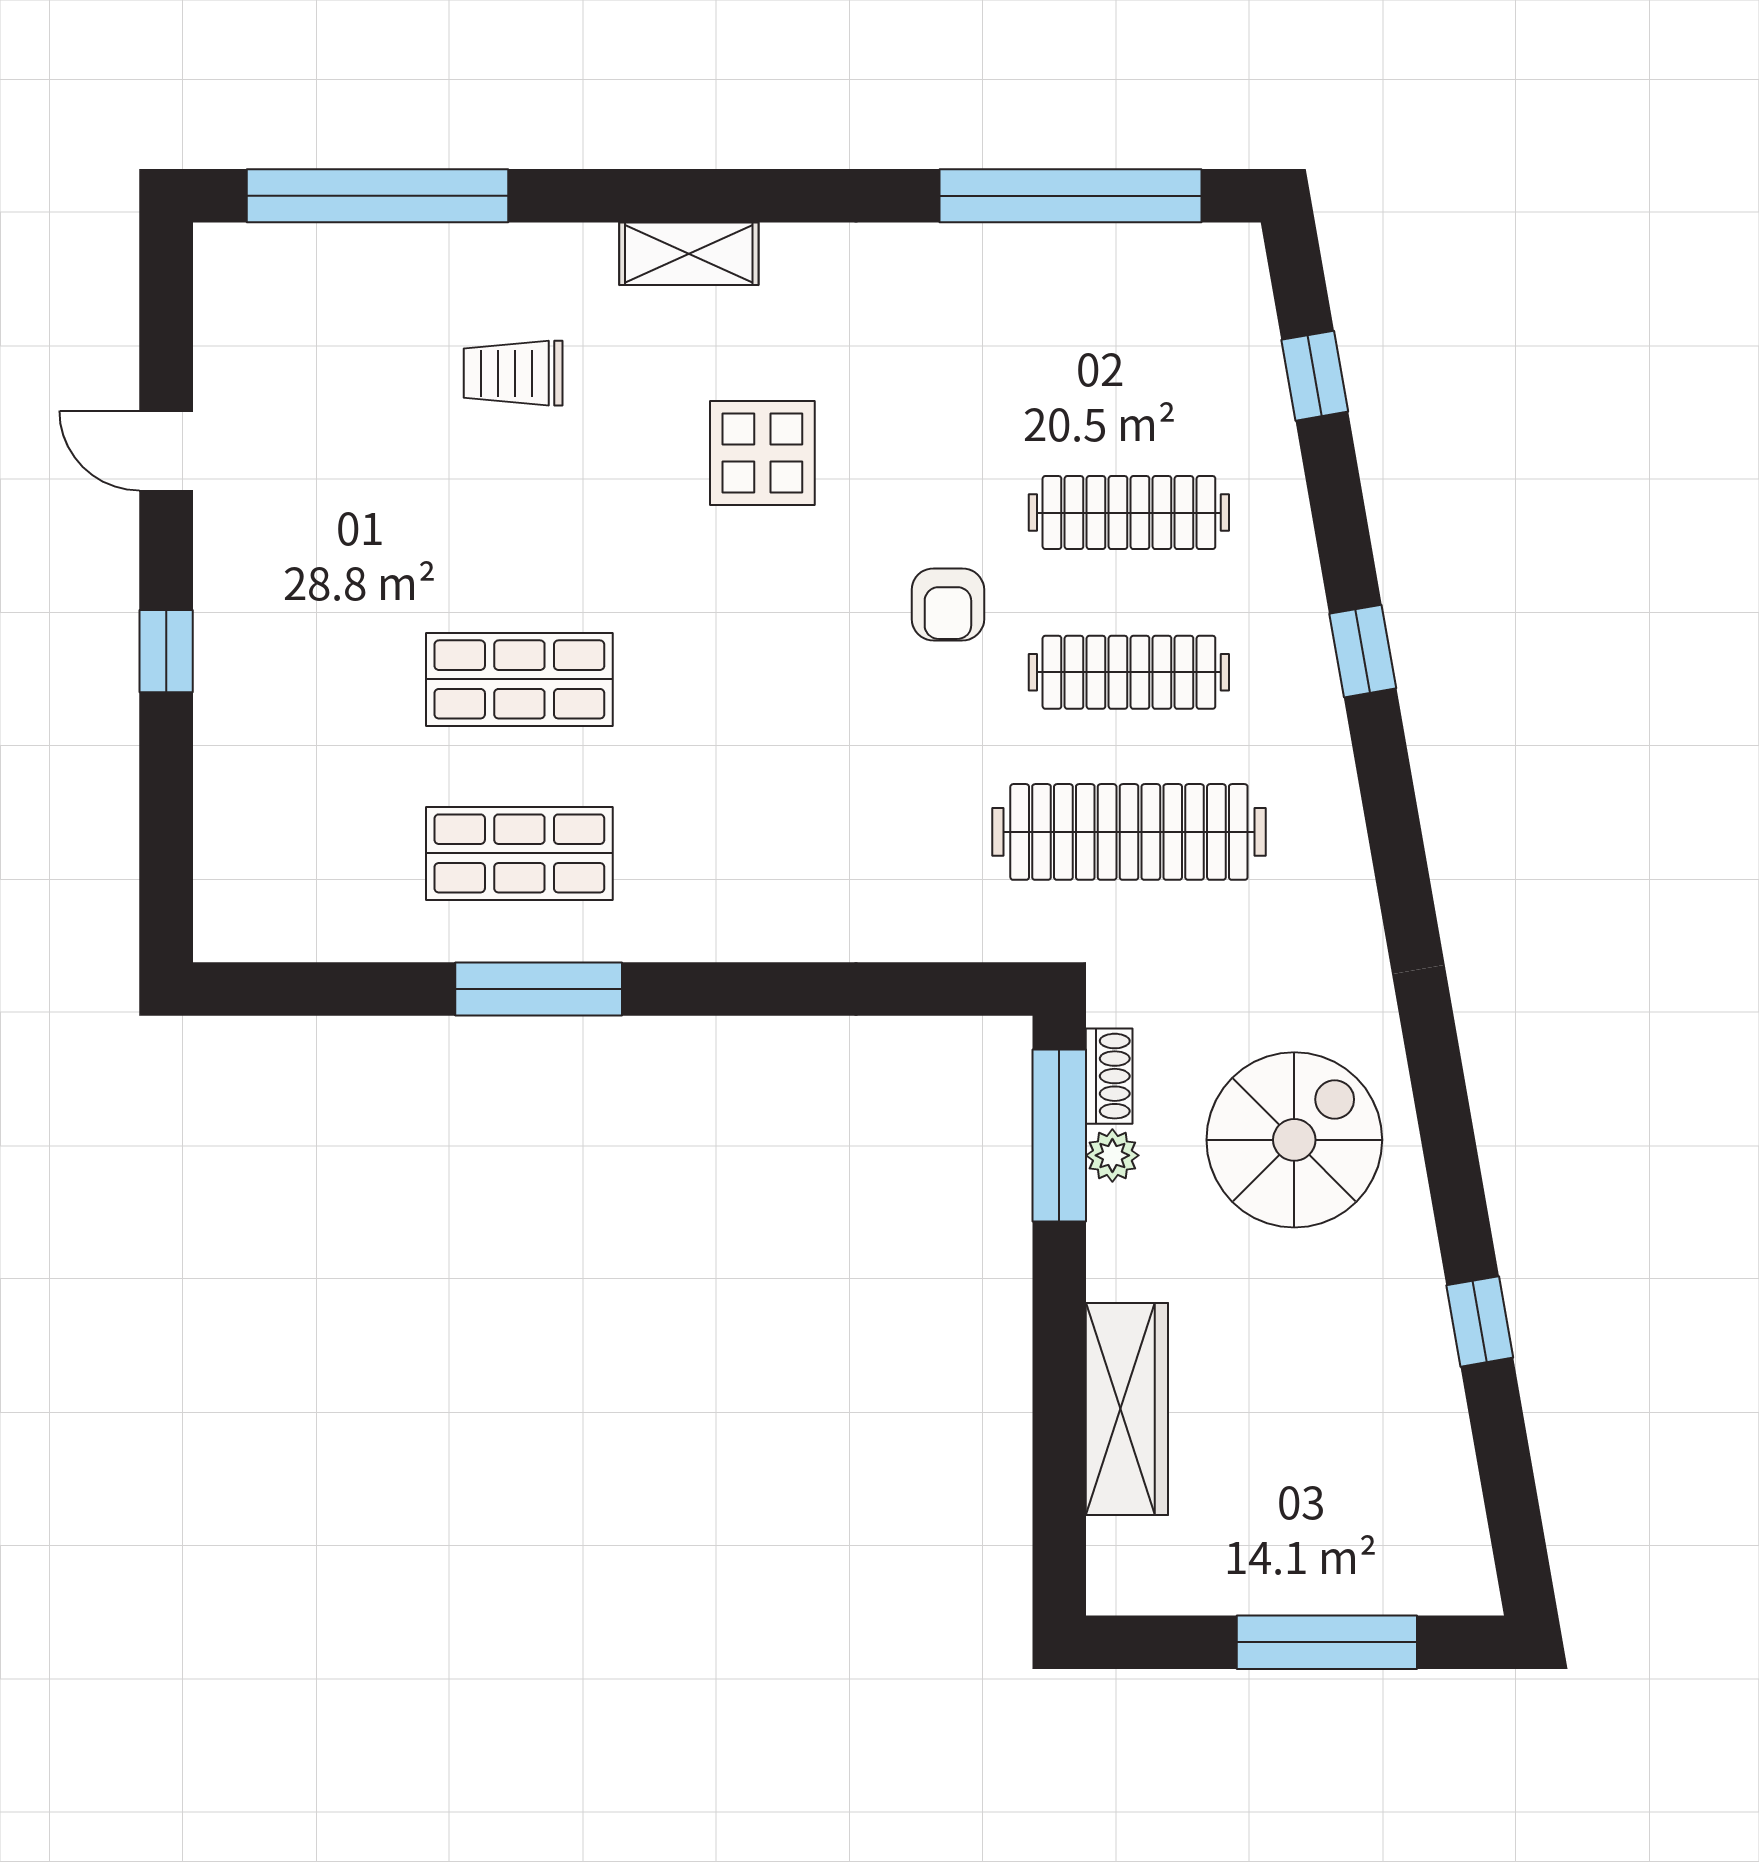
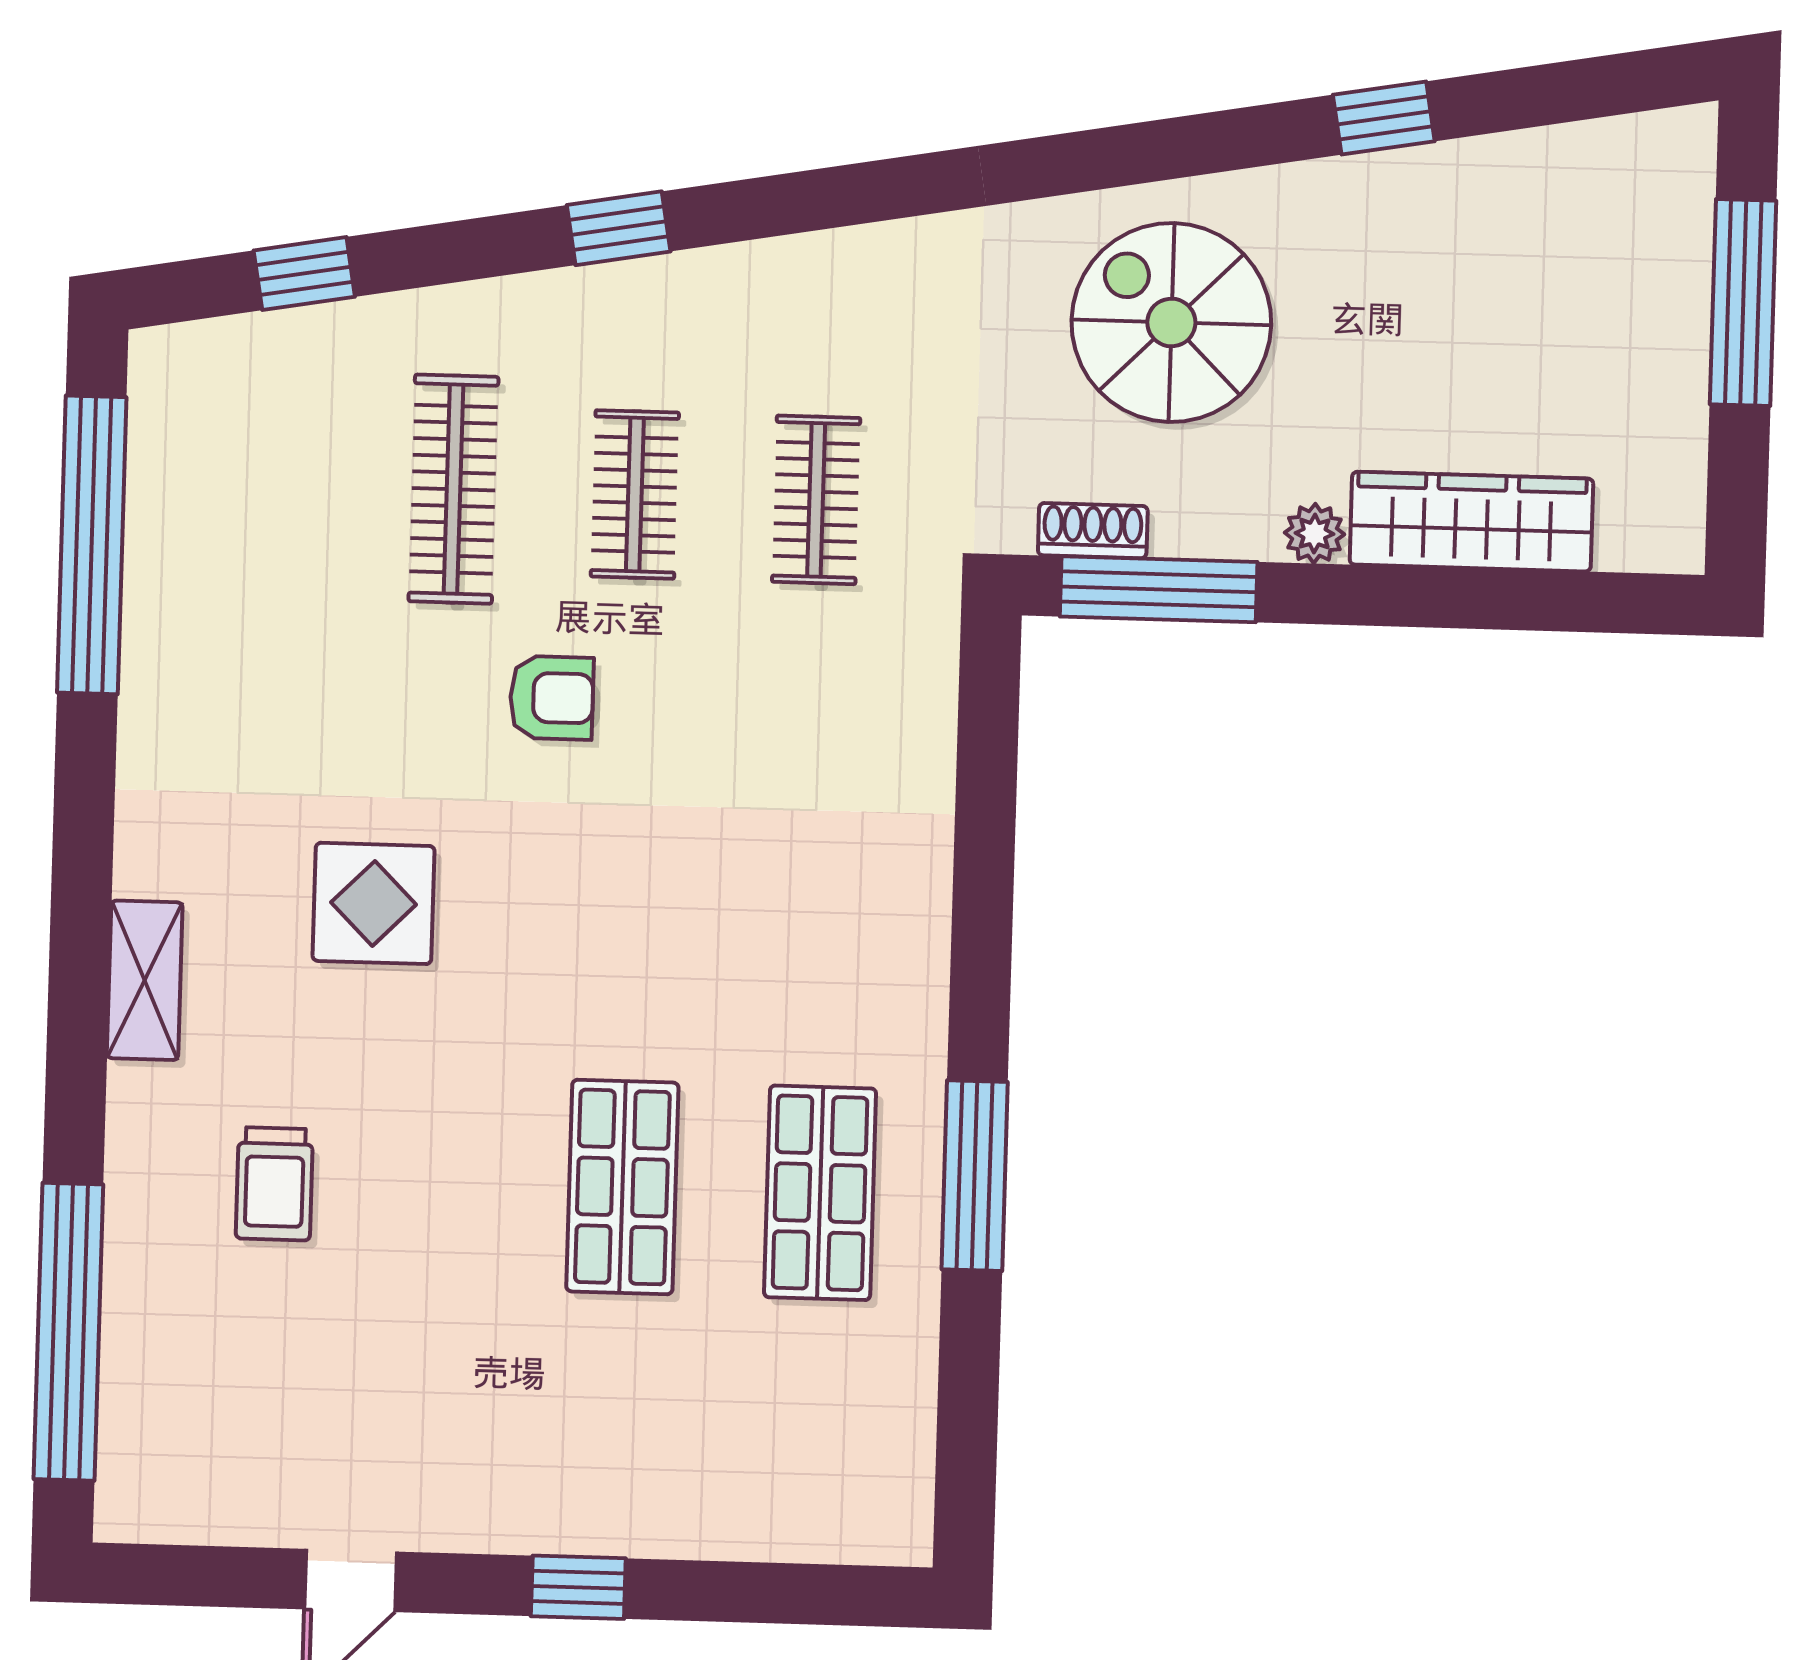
clothes rail: (1129, 672) -> (635, 494), width x0.73
clothes rail: (1129, 832) -> (816, 500), width x0.54, depth x0.76
plant: (1112, 1155) -> (1314, 534), moved

